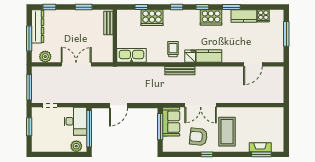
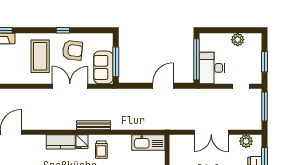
plant: (76, 146) -> (238, 40), moved

